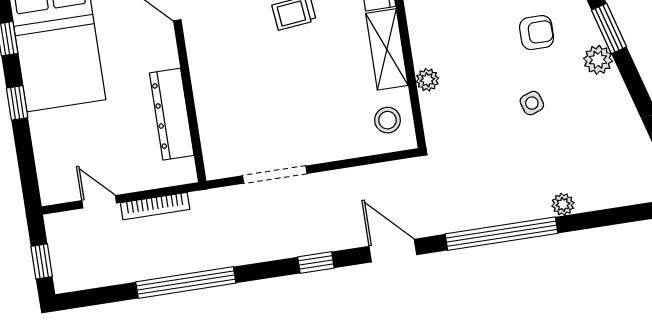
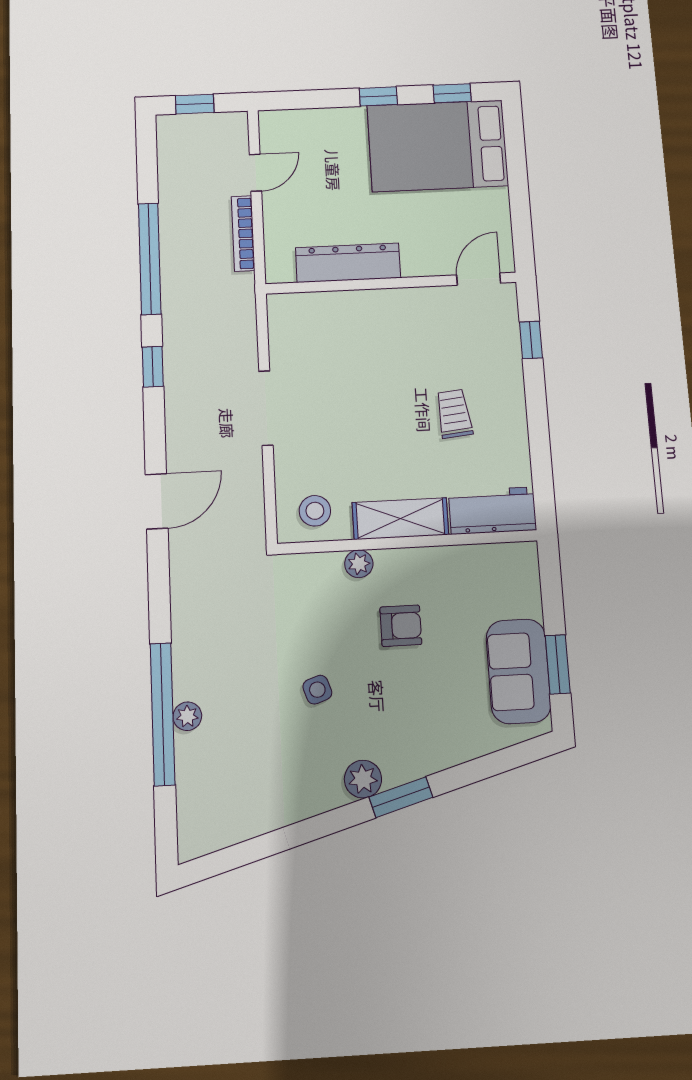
armchair: (537, 33) -> (401, 626), moved, turned -90
doorway: (275, 175) -> (266, 408), moved
window: (501, 234) -> (163, 714), moved
window: (316, 262) -> (153, 367), moved

